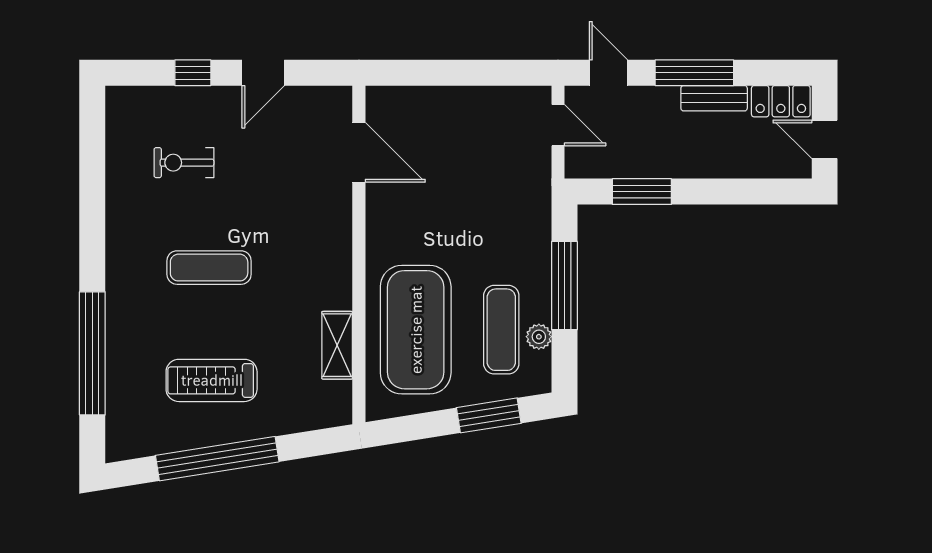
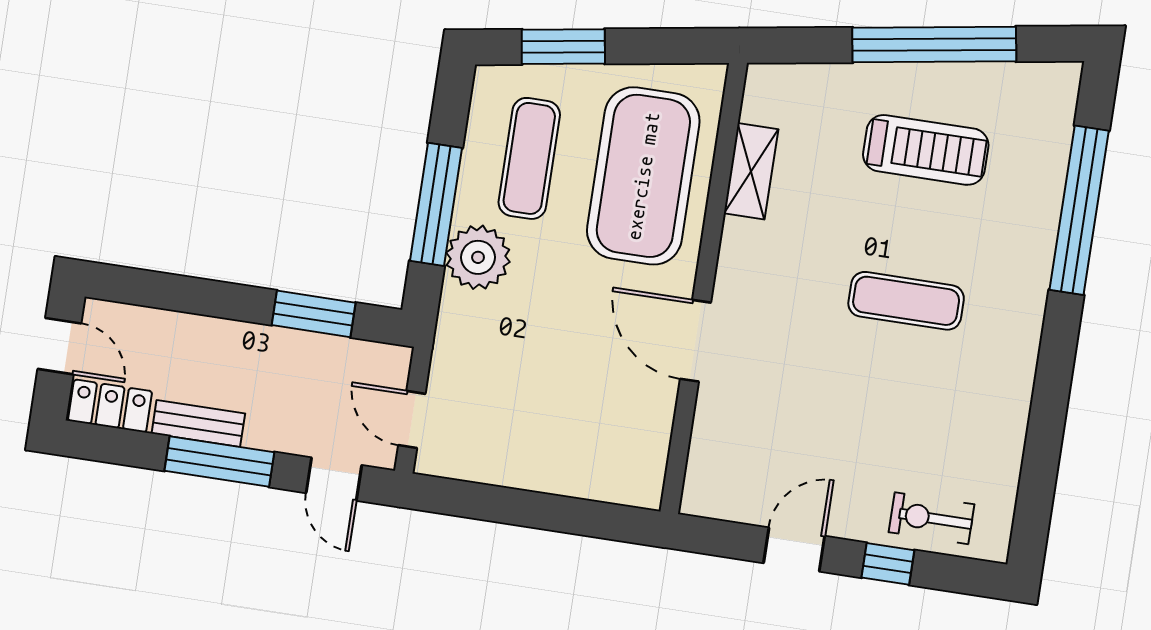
door: (359, 152) -> (696, 341), moved
exercise bike: (184, 163) -> (932, 518), moved, turned 180
plant: (539, 337) -> (478, 257), moved, width x1.88, depth x1.88

